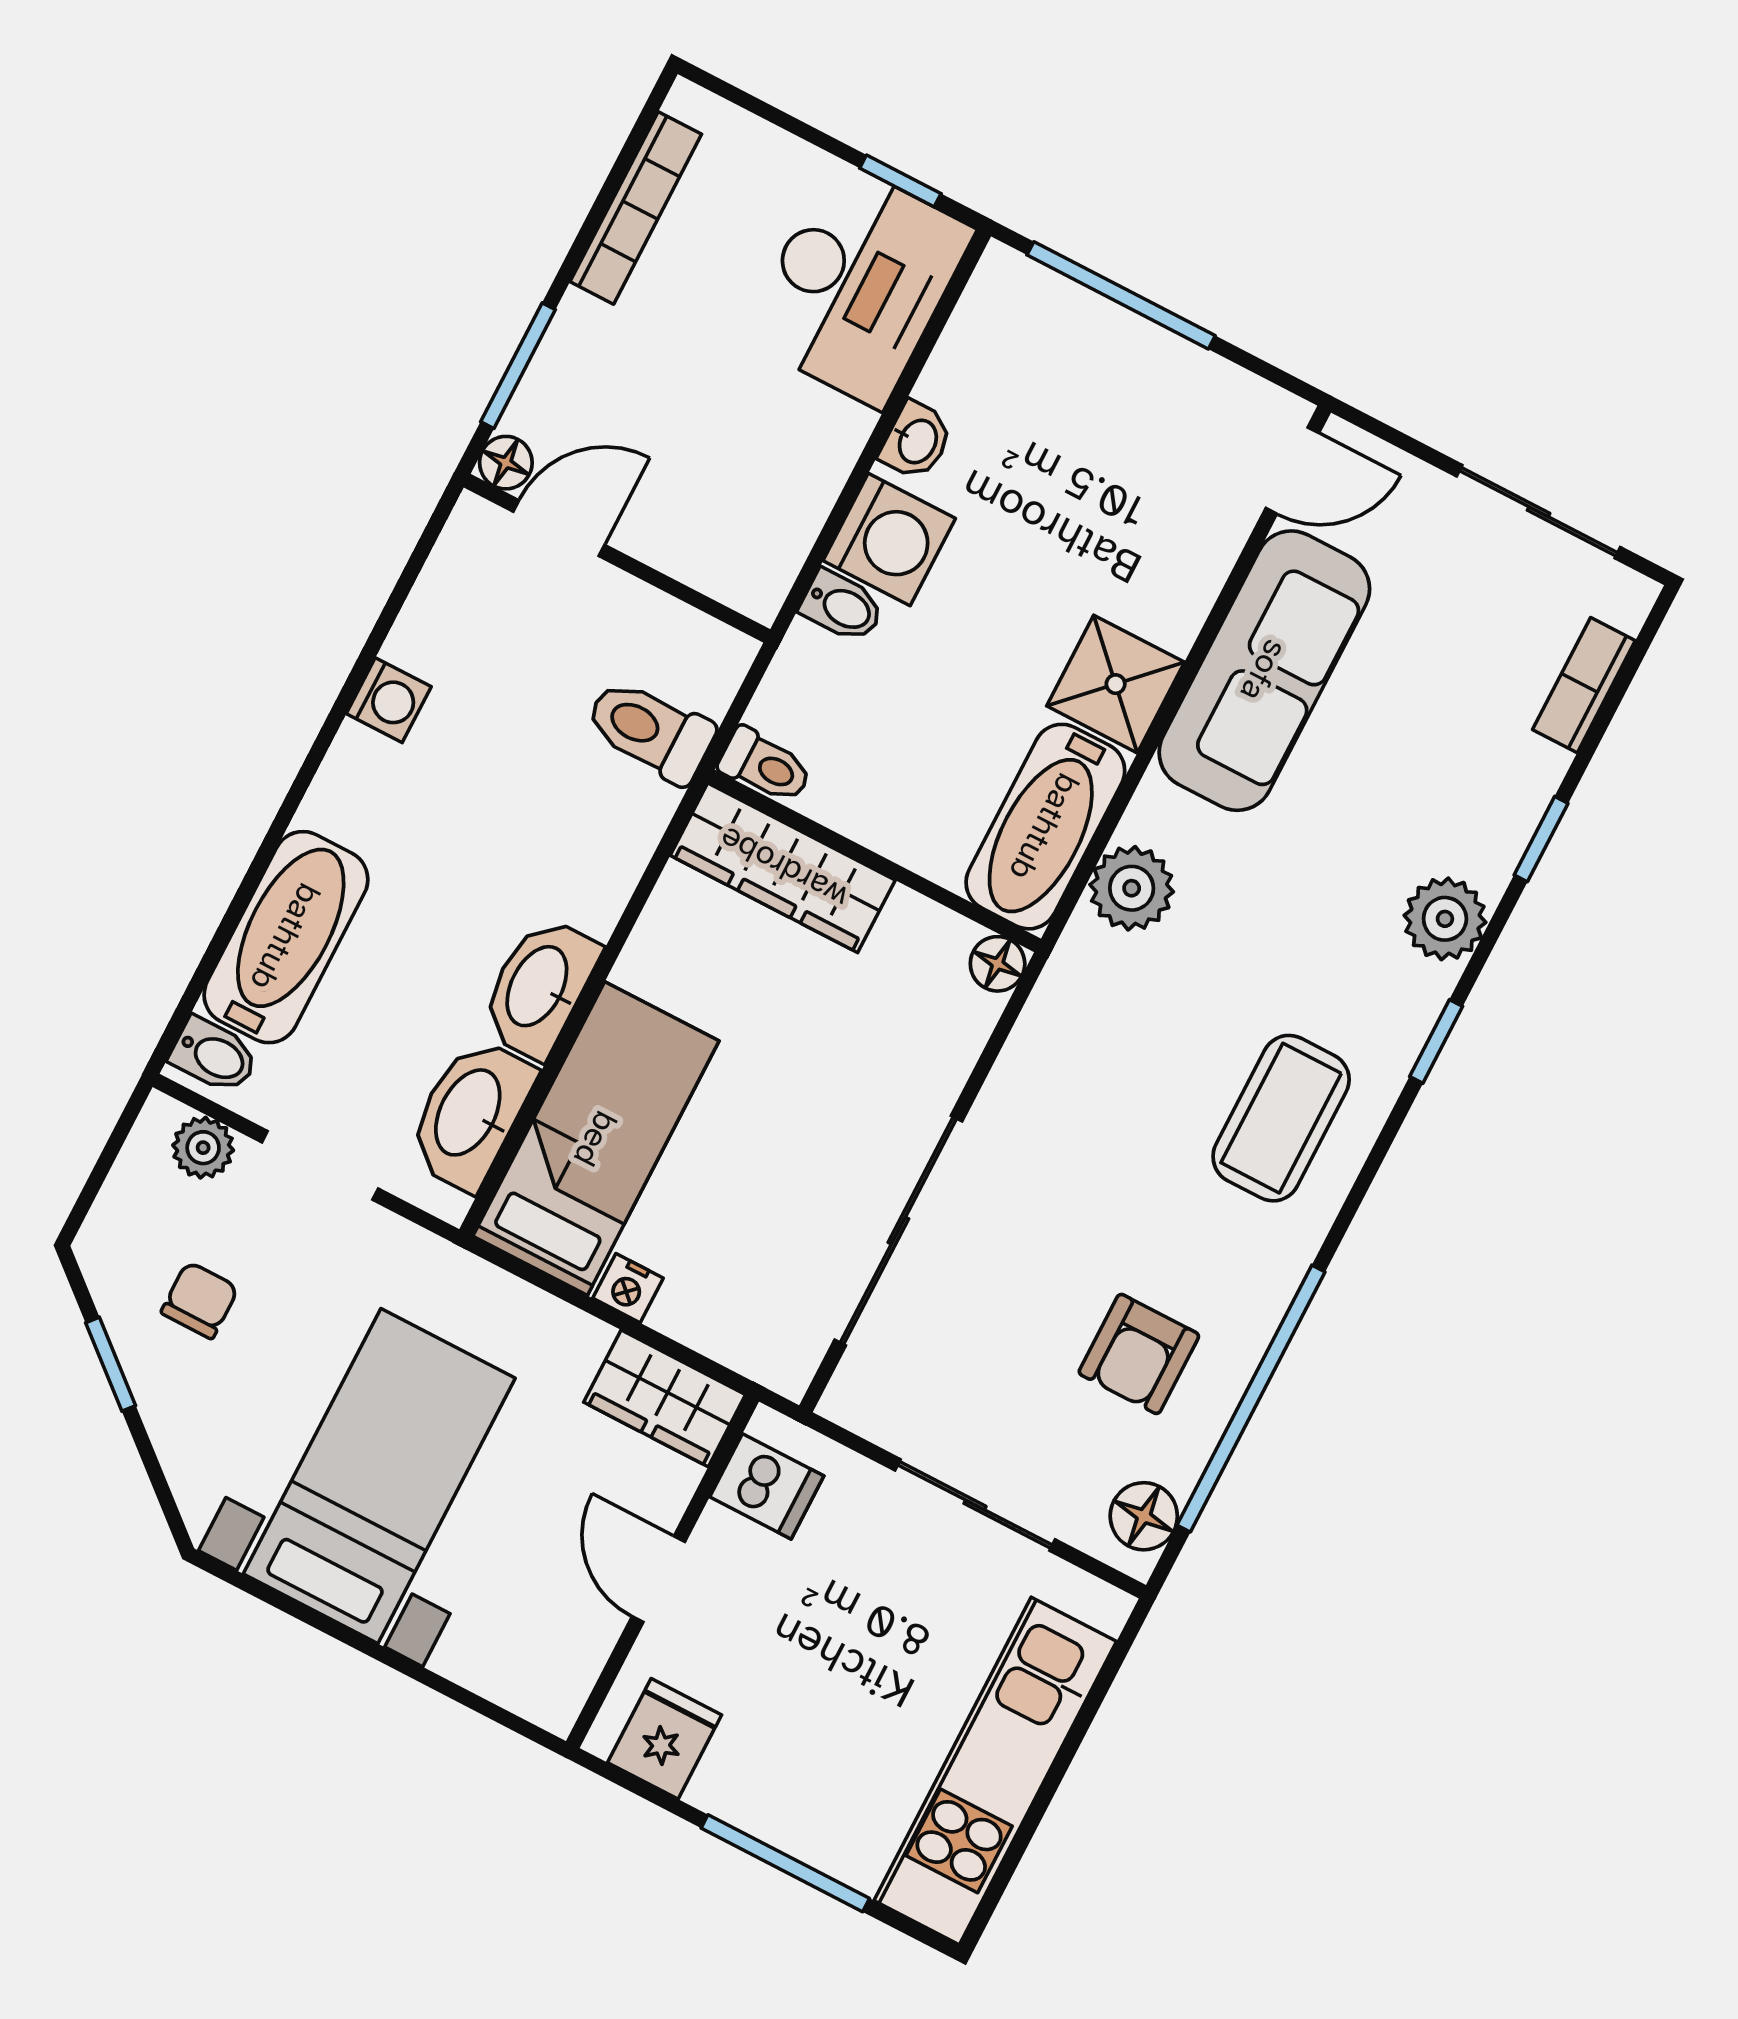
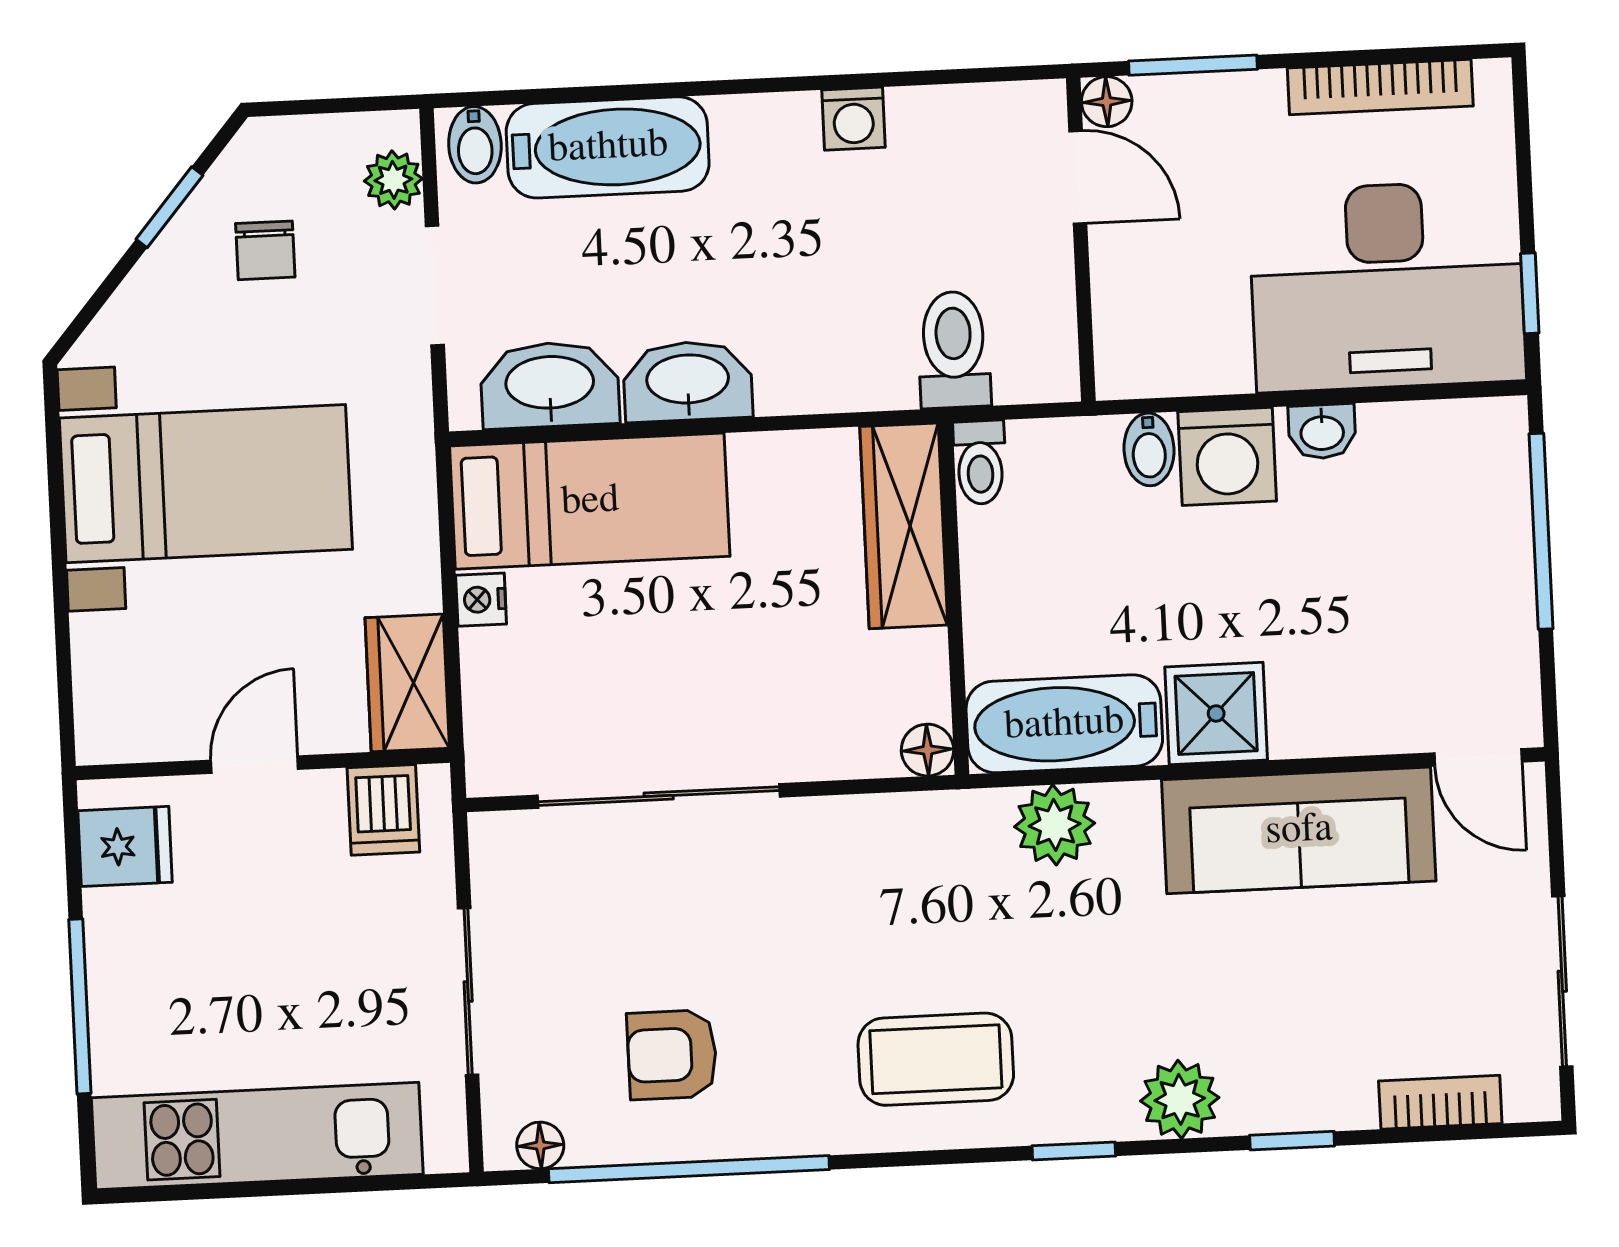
desk: (858, 284) -> (1387, 286), width x1.36, depth x1.30
chair: (200, 1300) -> (265, 250), turned 90
floor lamp: (1144, 1516) -> (540, 1145), width x0.73, depth x0.73

